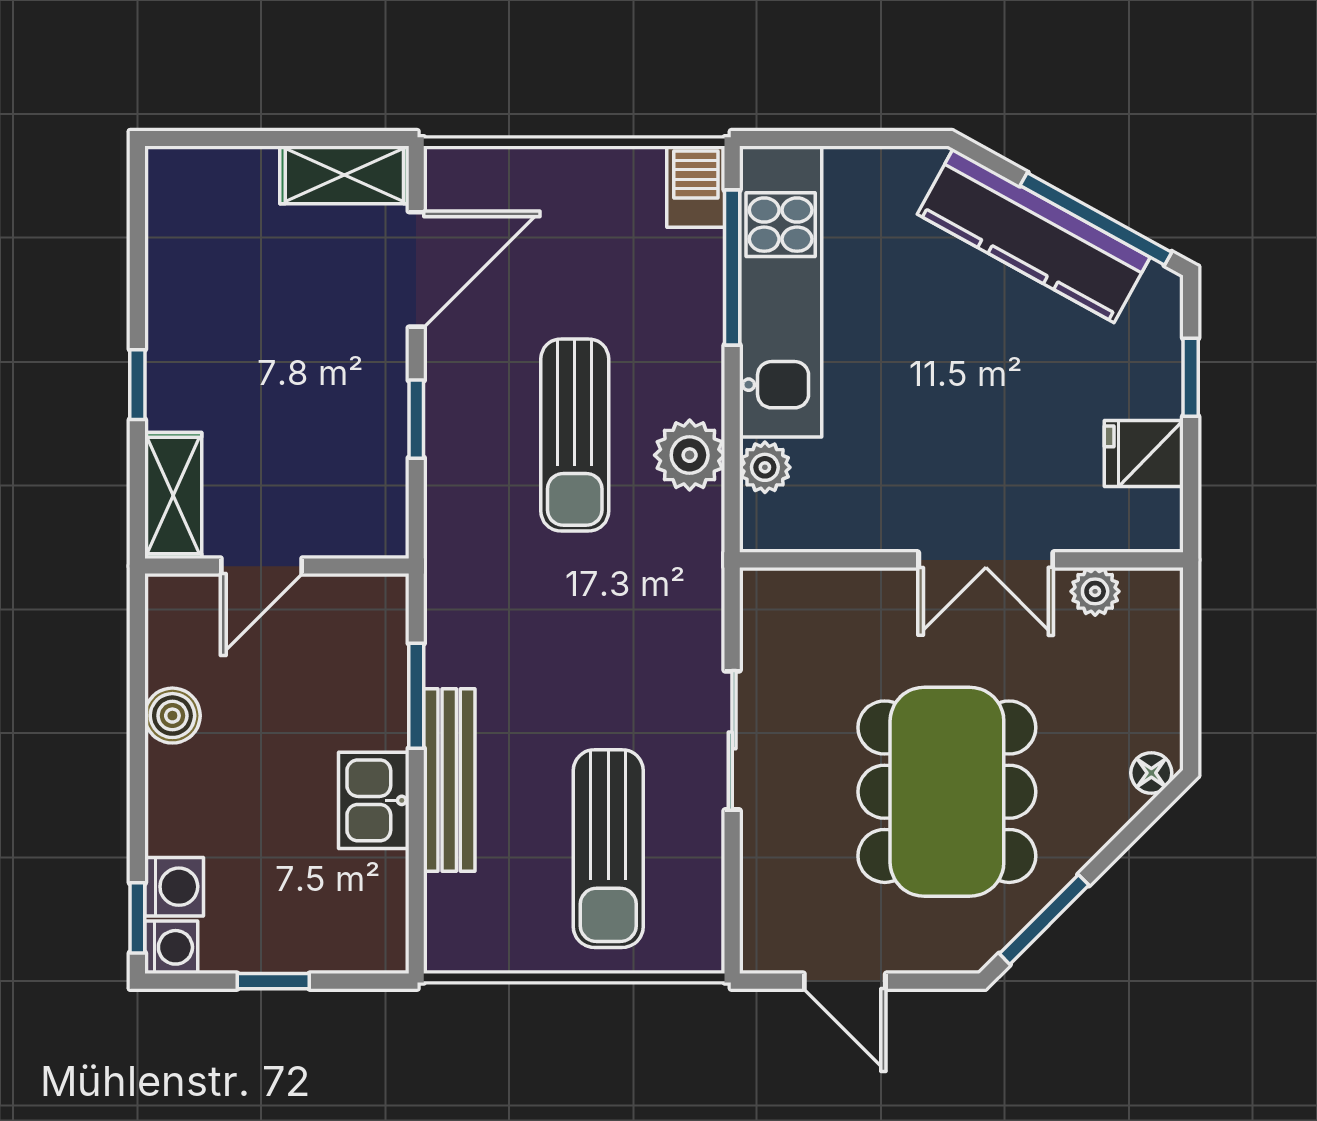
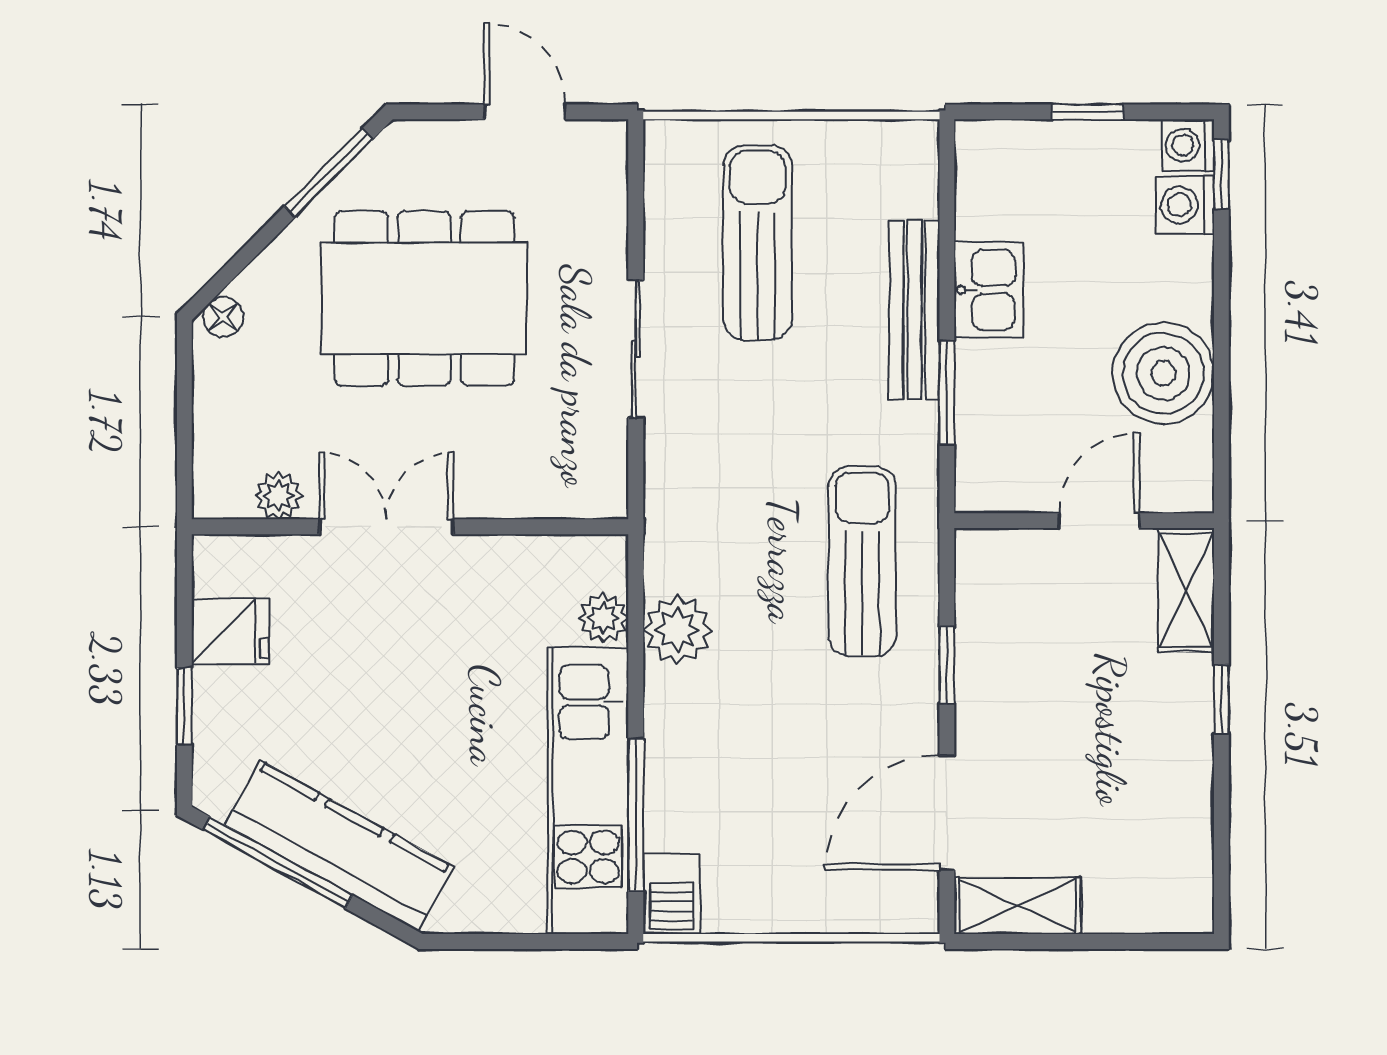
sun lounger: (575, 435) -> (862, 561), moved
boiler: (172, 716) -> (1163, 373), width x1.86, depth x1.86
dining table: (947, 792) -> (424, 298), turned 90

